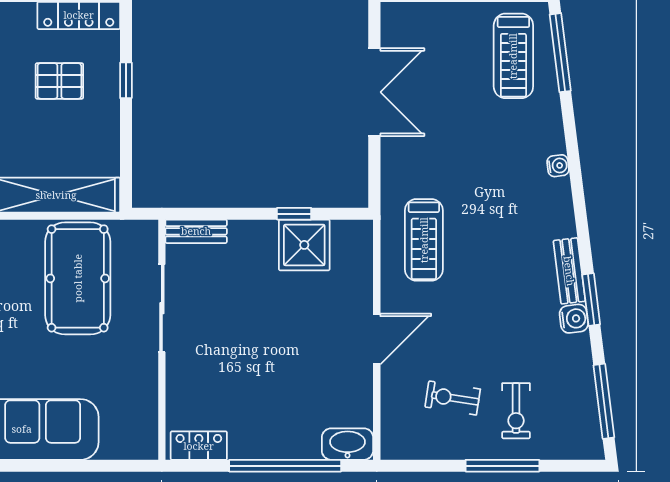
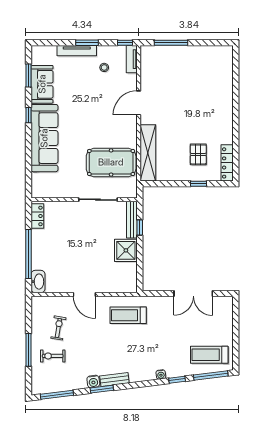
window: (570, 129) -> (177, 380), added
window: (294, 214) -> (140, 227), moved
bench: (196, 231) -> (132, 220), width x1.36
shower: (304, 245) -> (126, 250), moved

